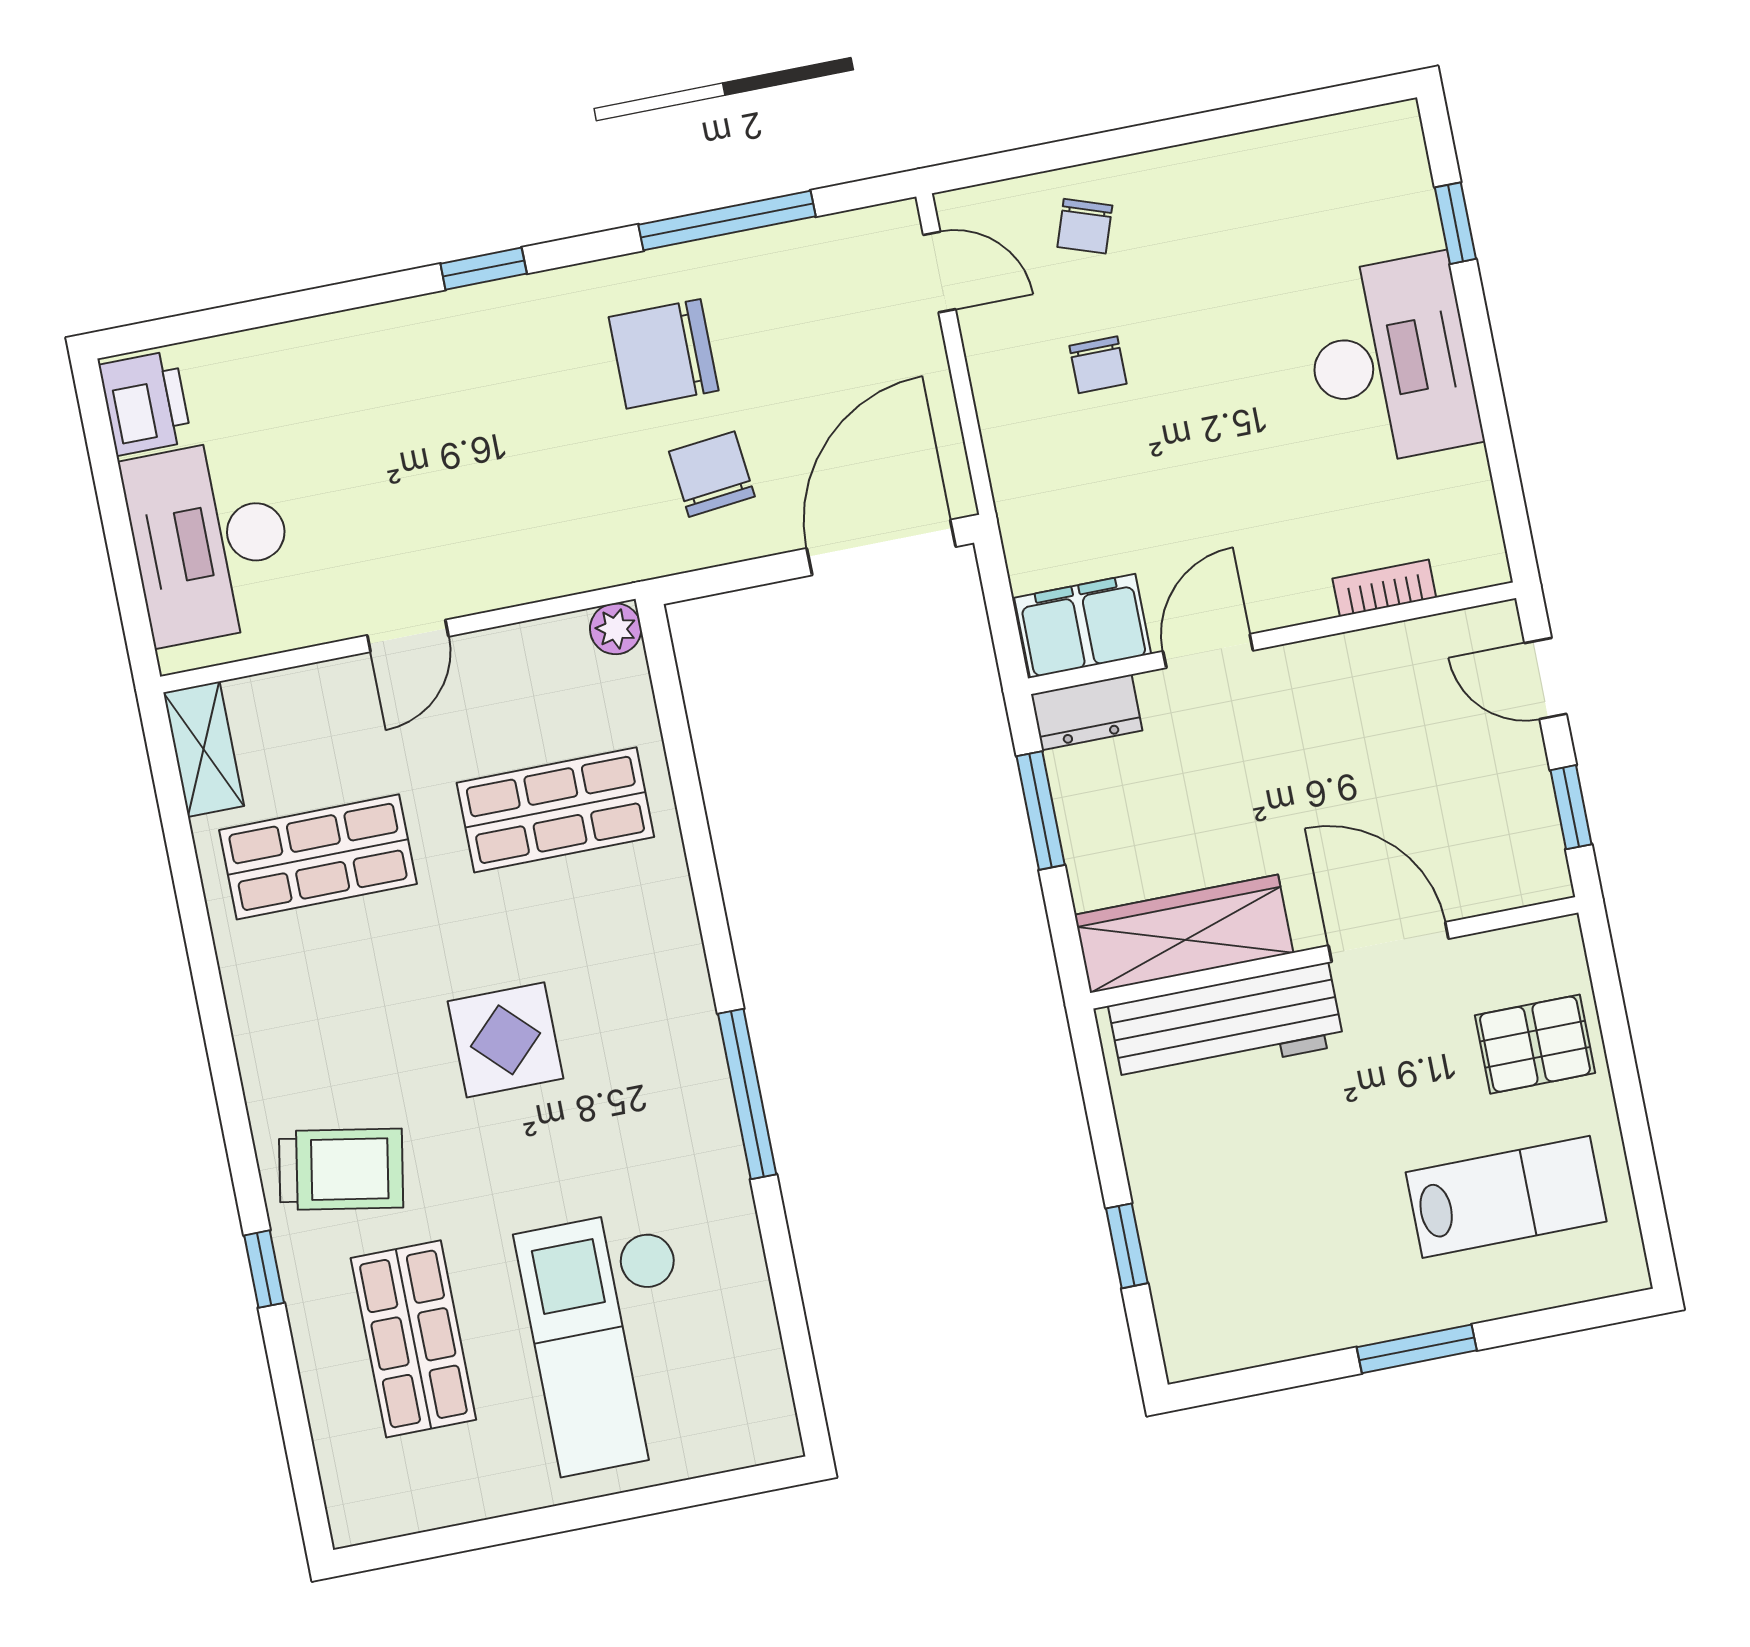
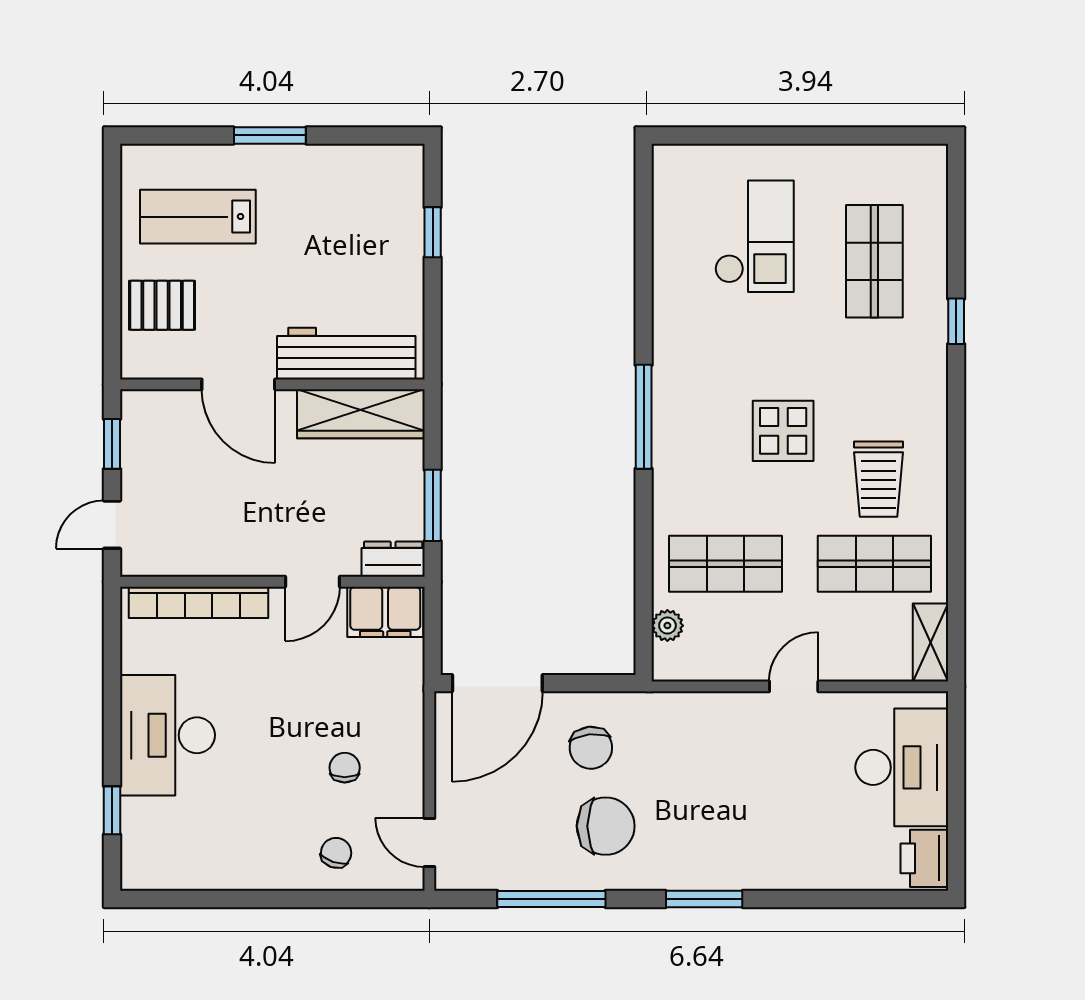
window: (484, 269) -> (704, 899), width x1.50
bookcase: (1384, 588) -> (199, 602), width x2.31, depth x1.31
plant: (616, 629) -> (667, 626), moved
door: (1546, 679) -> (112, 525), swing flipped
window: (747, 1094) -> (644, 417), moved
trolley: (341, 1169) -> (879, 479), moved, turned -100
checkout: (613, 1341) -> (754, 236), width x0.73, depth x0.83

